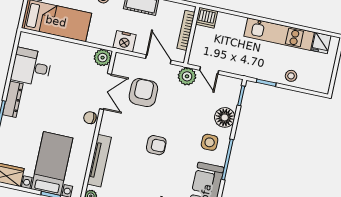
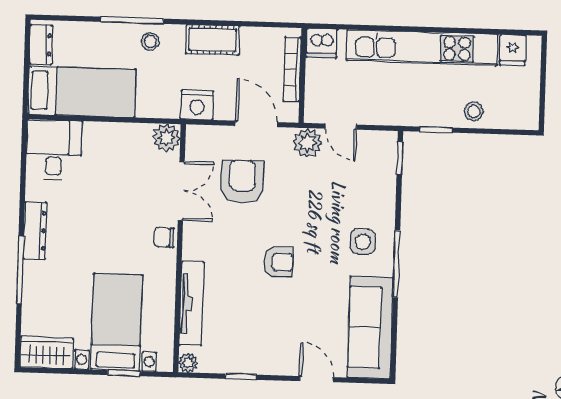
kitchen unit: (279, 34) -> (422, 48), width x1.36
desk: (32, 67) -> (54, 150), moved, turned 90
floor lamp: (225, 117) -> (380, 198), removed

